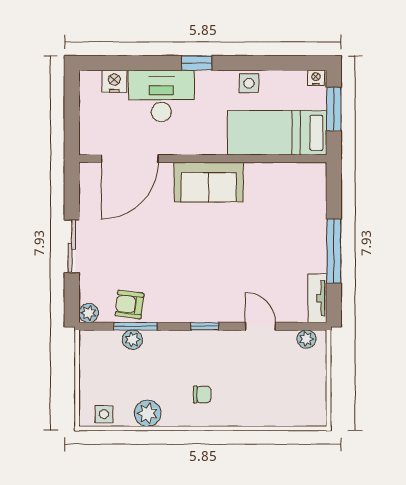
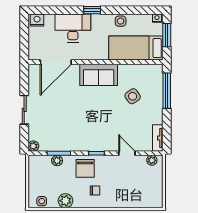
nightstand: (114, 81) -> (37, 20), moved
side table: (271, 221) -> (133, 96), added
window: (334, 251) -> (167, 91), moved
armchair: (129, 305) -> (56, 142), removed
chair: (184, 354) -> (85, 168), added

